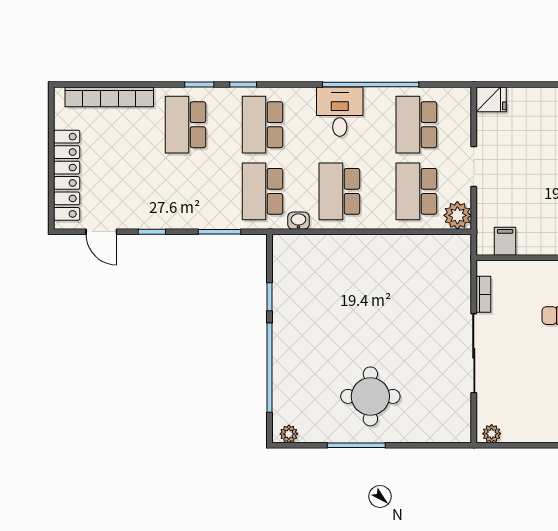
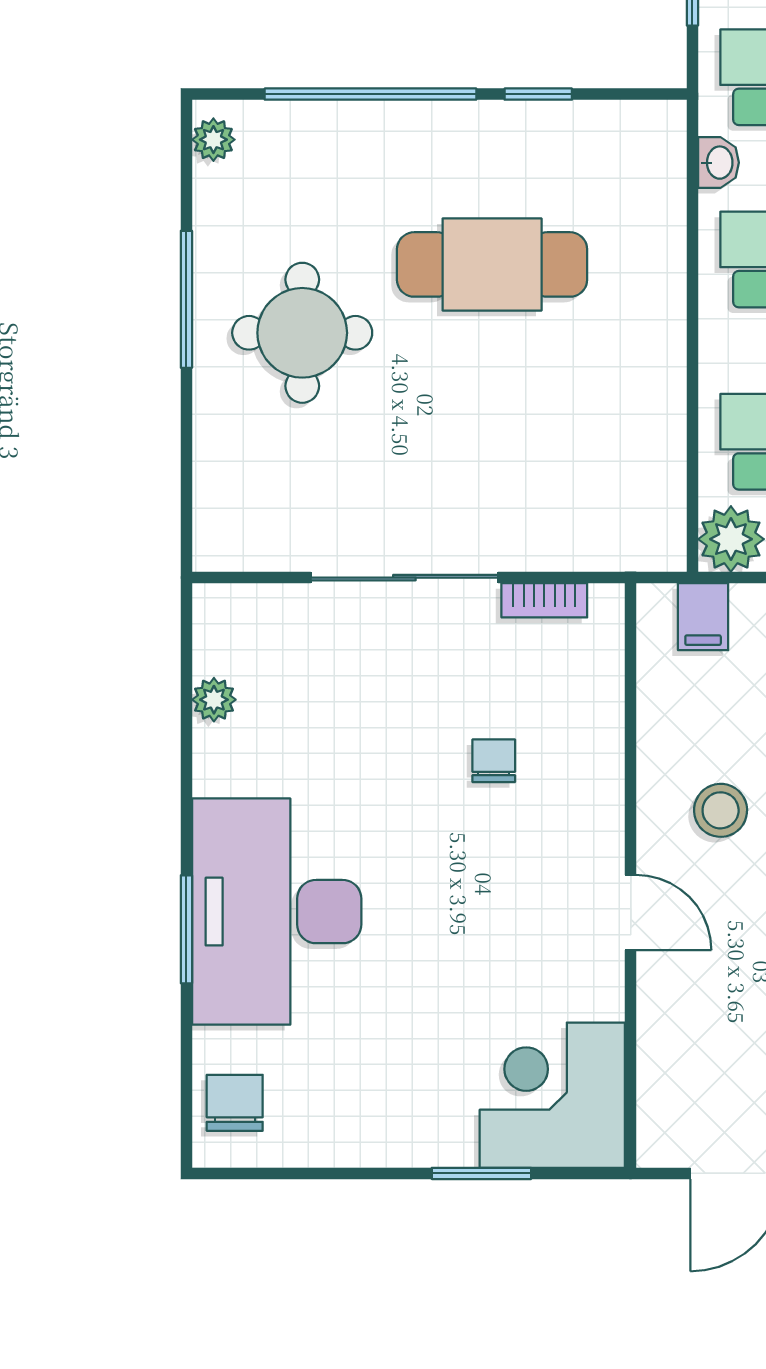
filing cabinet: (505, 241) -> (703, 617), moved, turned 90
cafe table: (342, 316) -> (492, 264), added
plant: (492, 434) -> (214, 700), moved

